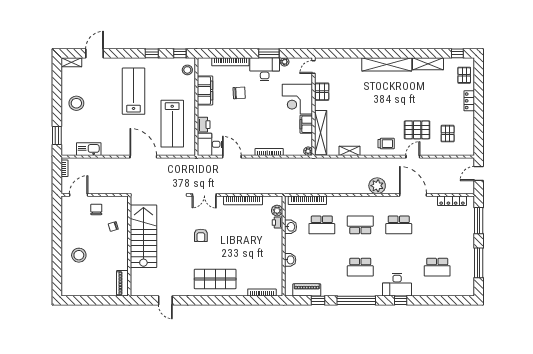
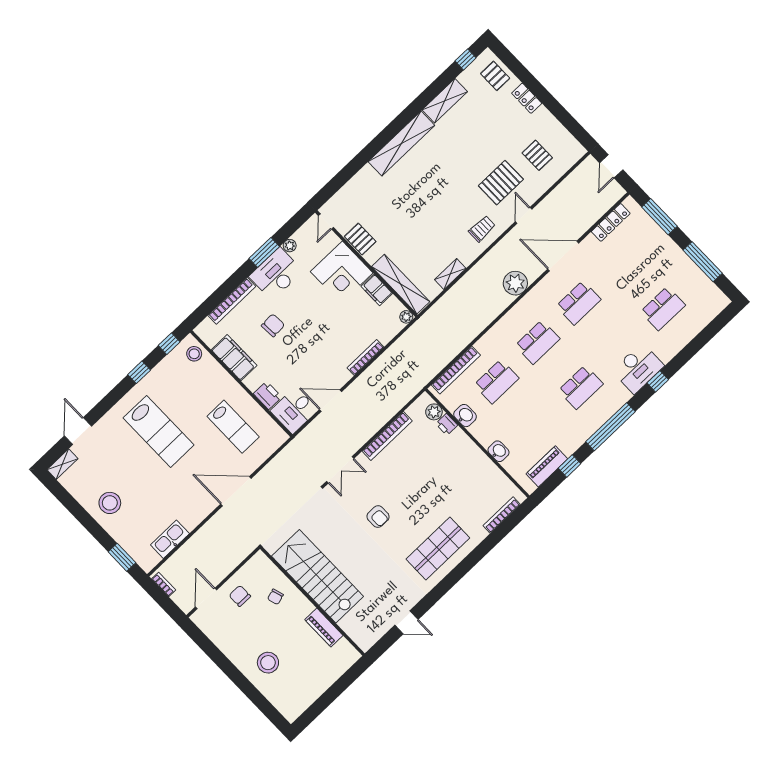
lab bench: (134, 91) -> (159, 431), turned 180
lab bench: (172, 124) -> (233, 427), width x0.73, depth x0.72
school desk: (360, 225) -> (537, 342), turned 180
piano: (122, 283) -> (324, 628), moved

